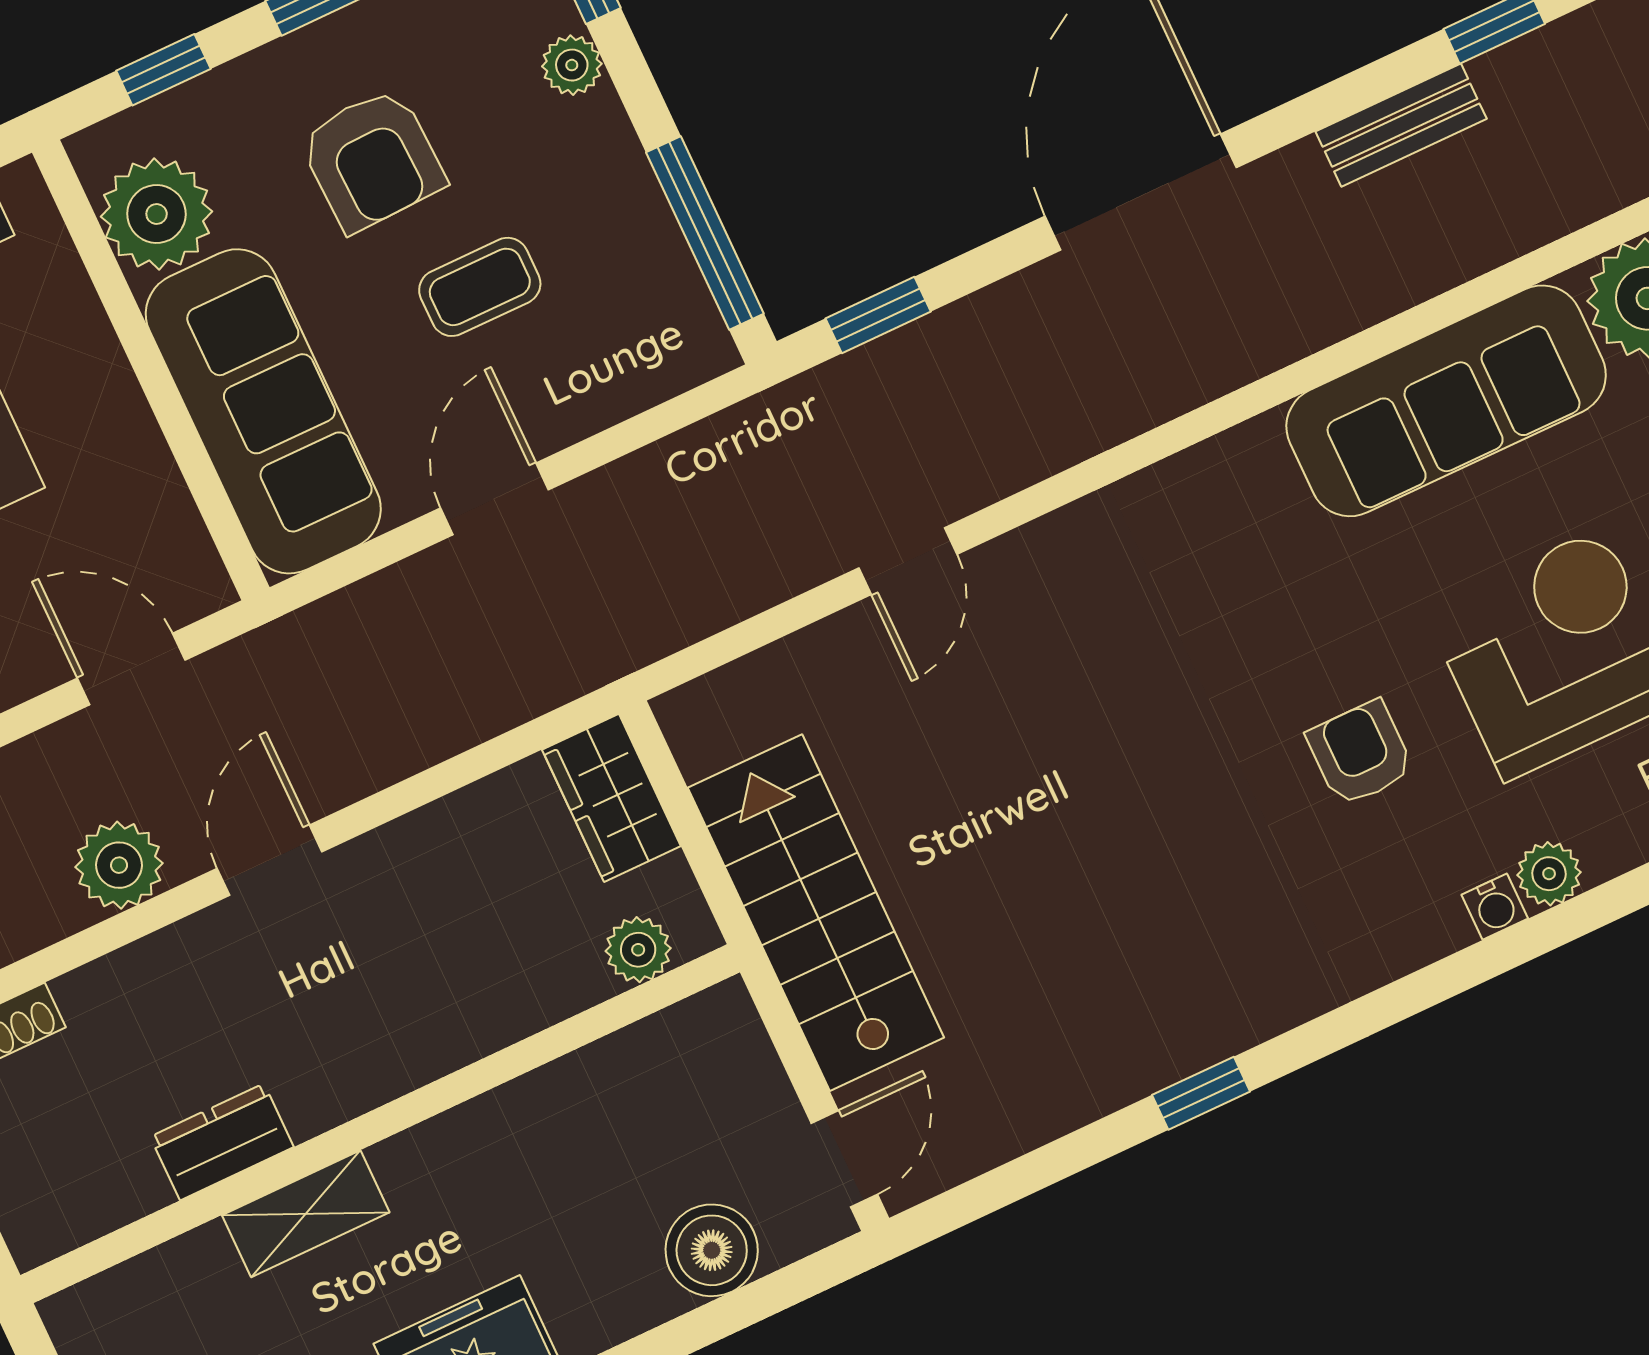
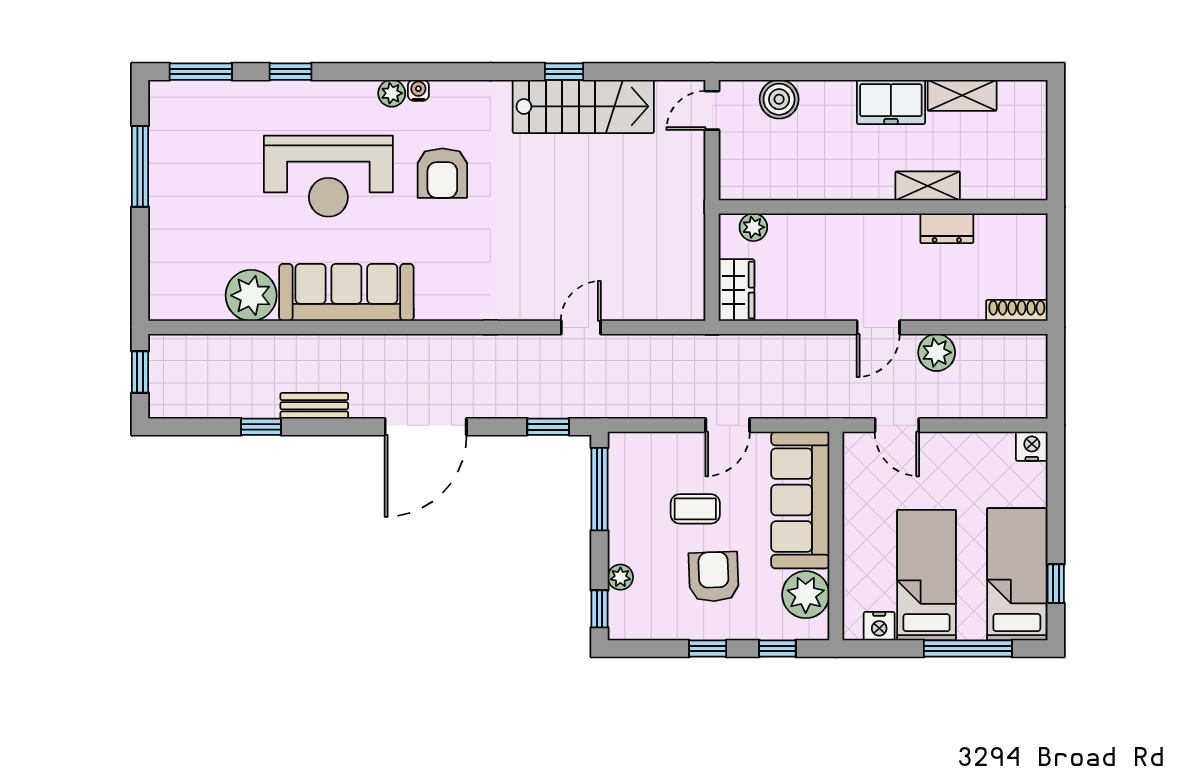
armchair: (1360, 753) -> (442, 173), width x1.38, depth x1.38
stairs: (816, 913) -> (583, 106), moved, turned -90

